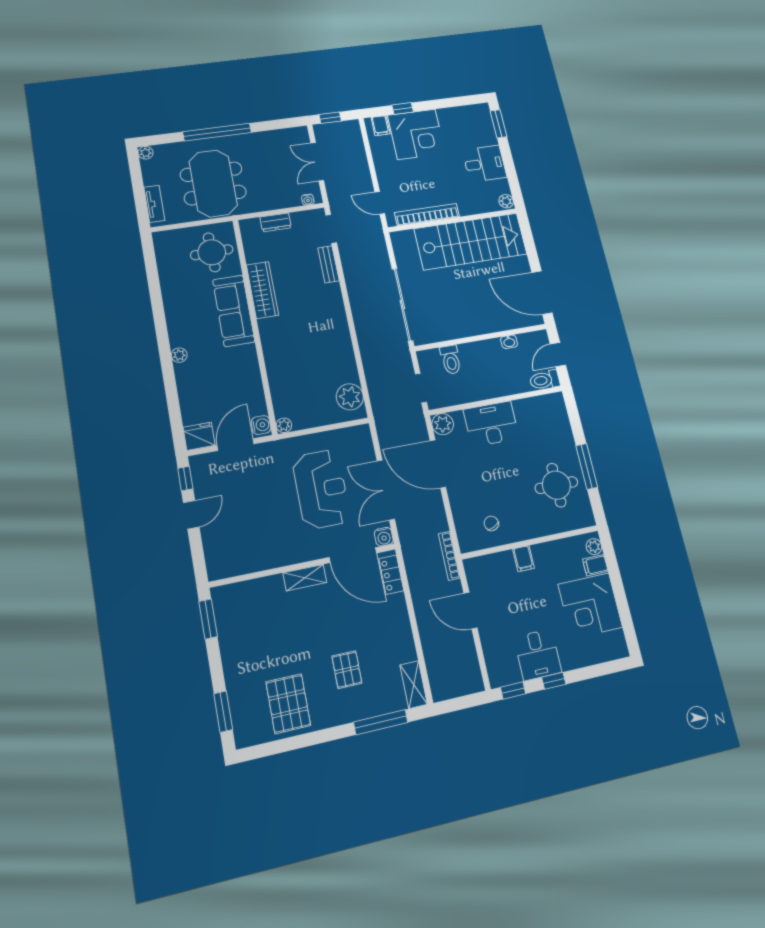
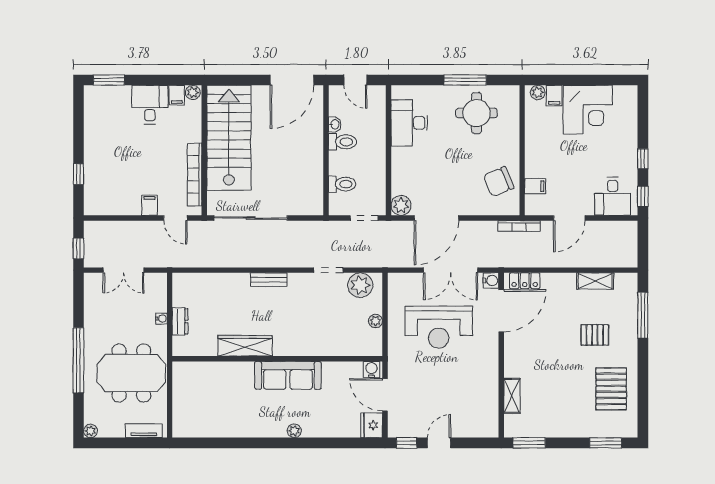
filing cabinet: (381, 126) -> (149, 205), moved, turned -90
corner desk: (416, 134) -> (108, 166), removed
filing cabinet: (500, 187) -> (177, 95), added
water cooler: (308, 200) -> (162, 319), moved
door: (380, 203) -> (175, 218), hinge flipped
doorway: (331, 229) -> (328, 270), moved
round table: (212, 252) -> (201, 386), removed
bench: (329, 264) -> (269, 280), moved
sliding door: (402, 305) -> (251, 218), moved
sofa: (234, 311) -> (288, 375), moved
toilet: (545, 380) -> (342, 142), moved, turned -90
desk: (491, 424) -> (409, 123), moved
plant: (284, 425) -> (376, 321), moved
reception desk: (321, 489) -> (439, 327), turned 180
door: (191, 515) -> (439, 443), hinge flipped
chair: (491, 523) -> (499, 182), width x1.87, depth x1.87
filing cabinet: (523, 559) -> (535, 186), moved
shelving: (305, 578) -> (512, 396), moved
desk: (538, 655) -> (613, 196), moved, turned 90
shelving: (414, 685) -> (595, 281), moved
pallet: (288, 704) -> (611, 389), turned 90

